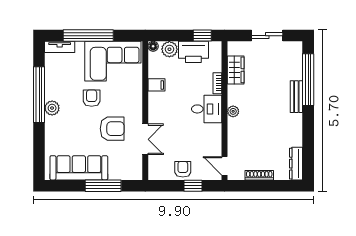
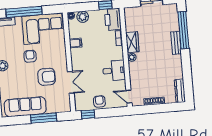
printer: (193, 52) -> (113, 20), moved, turned 90
wardrobe: (236, 70) -> (132, 42), moved
desk: (207, 109) -> (114, 71), moved
window: (193, 186) -> (88, 114), moved

